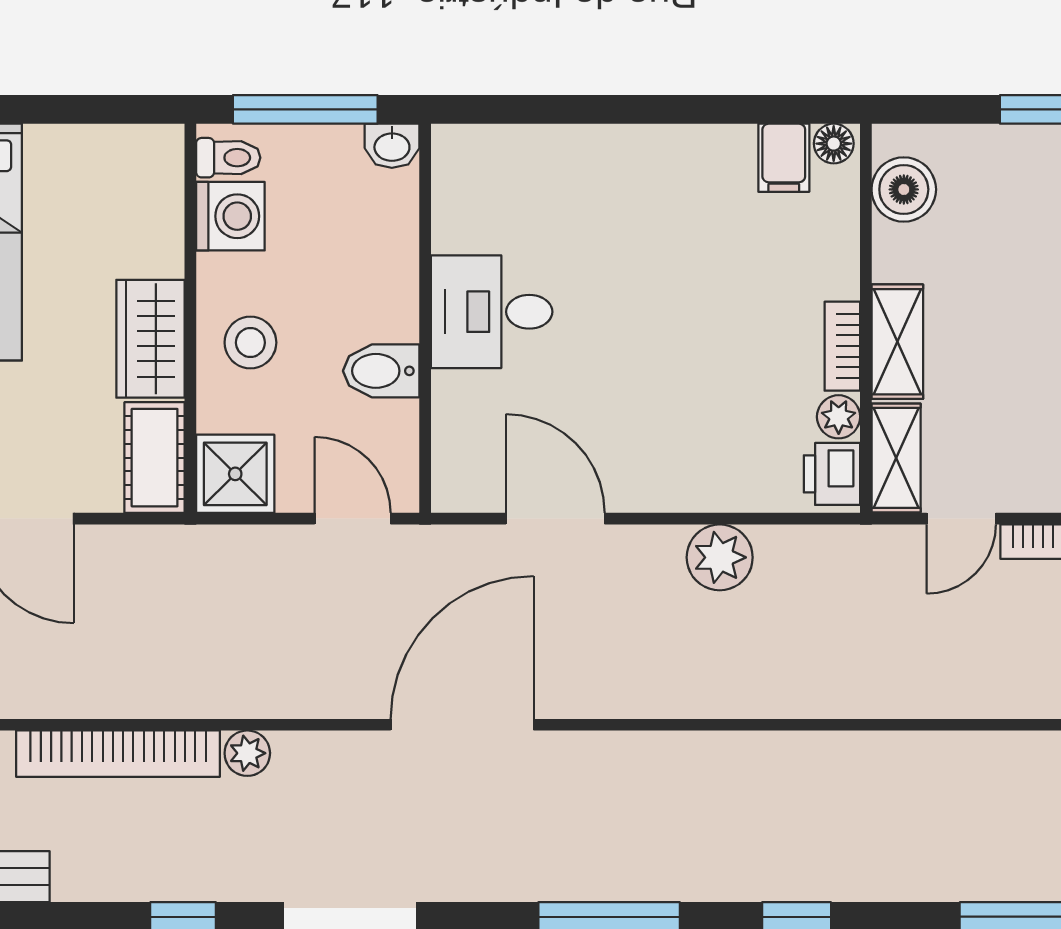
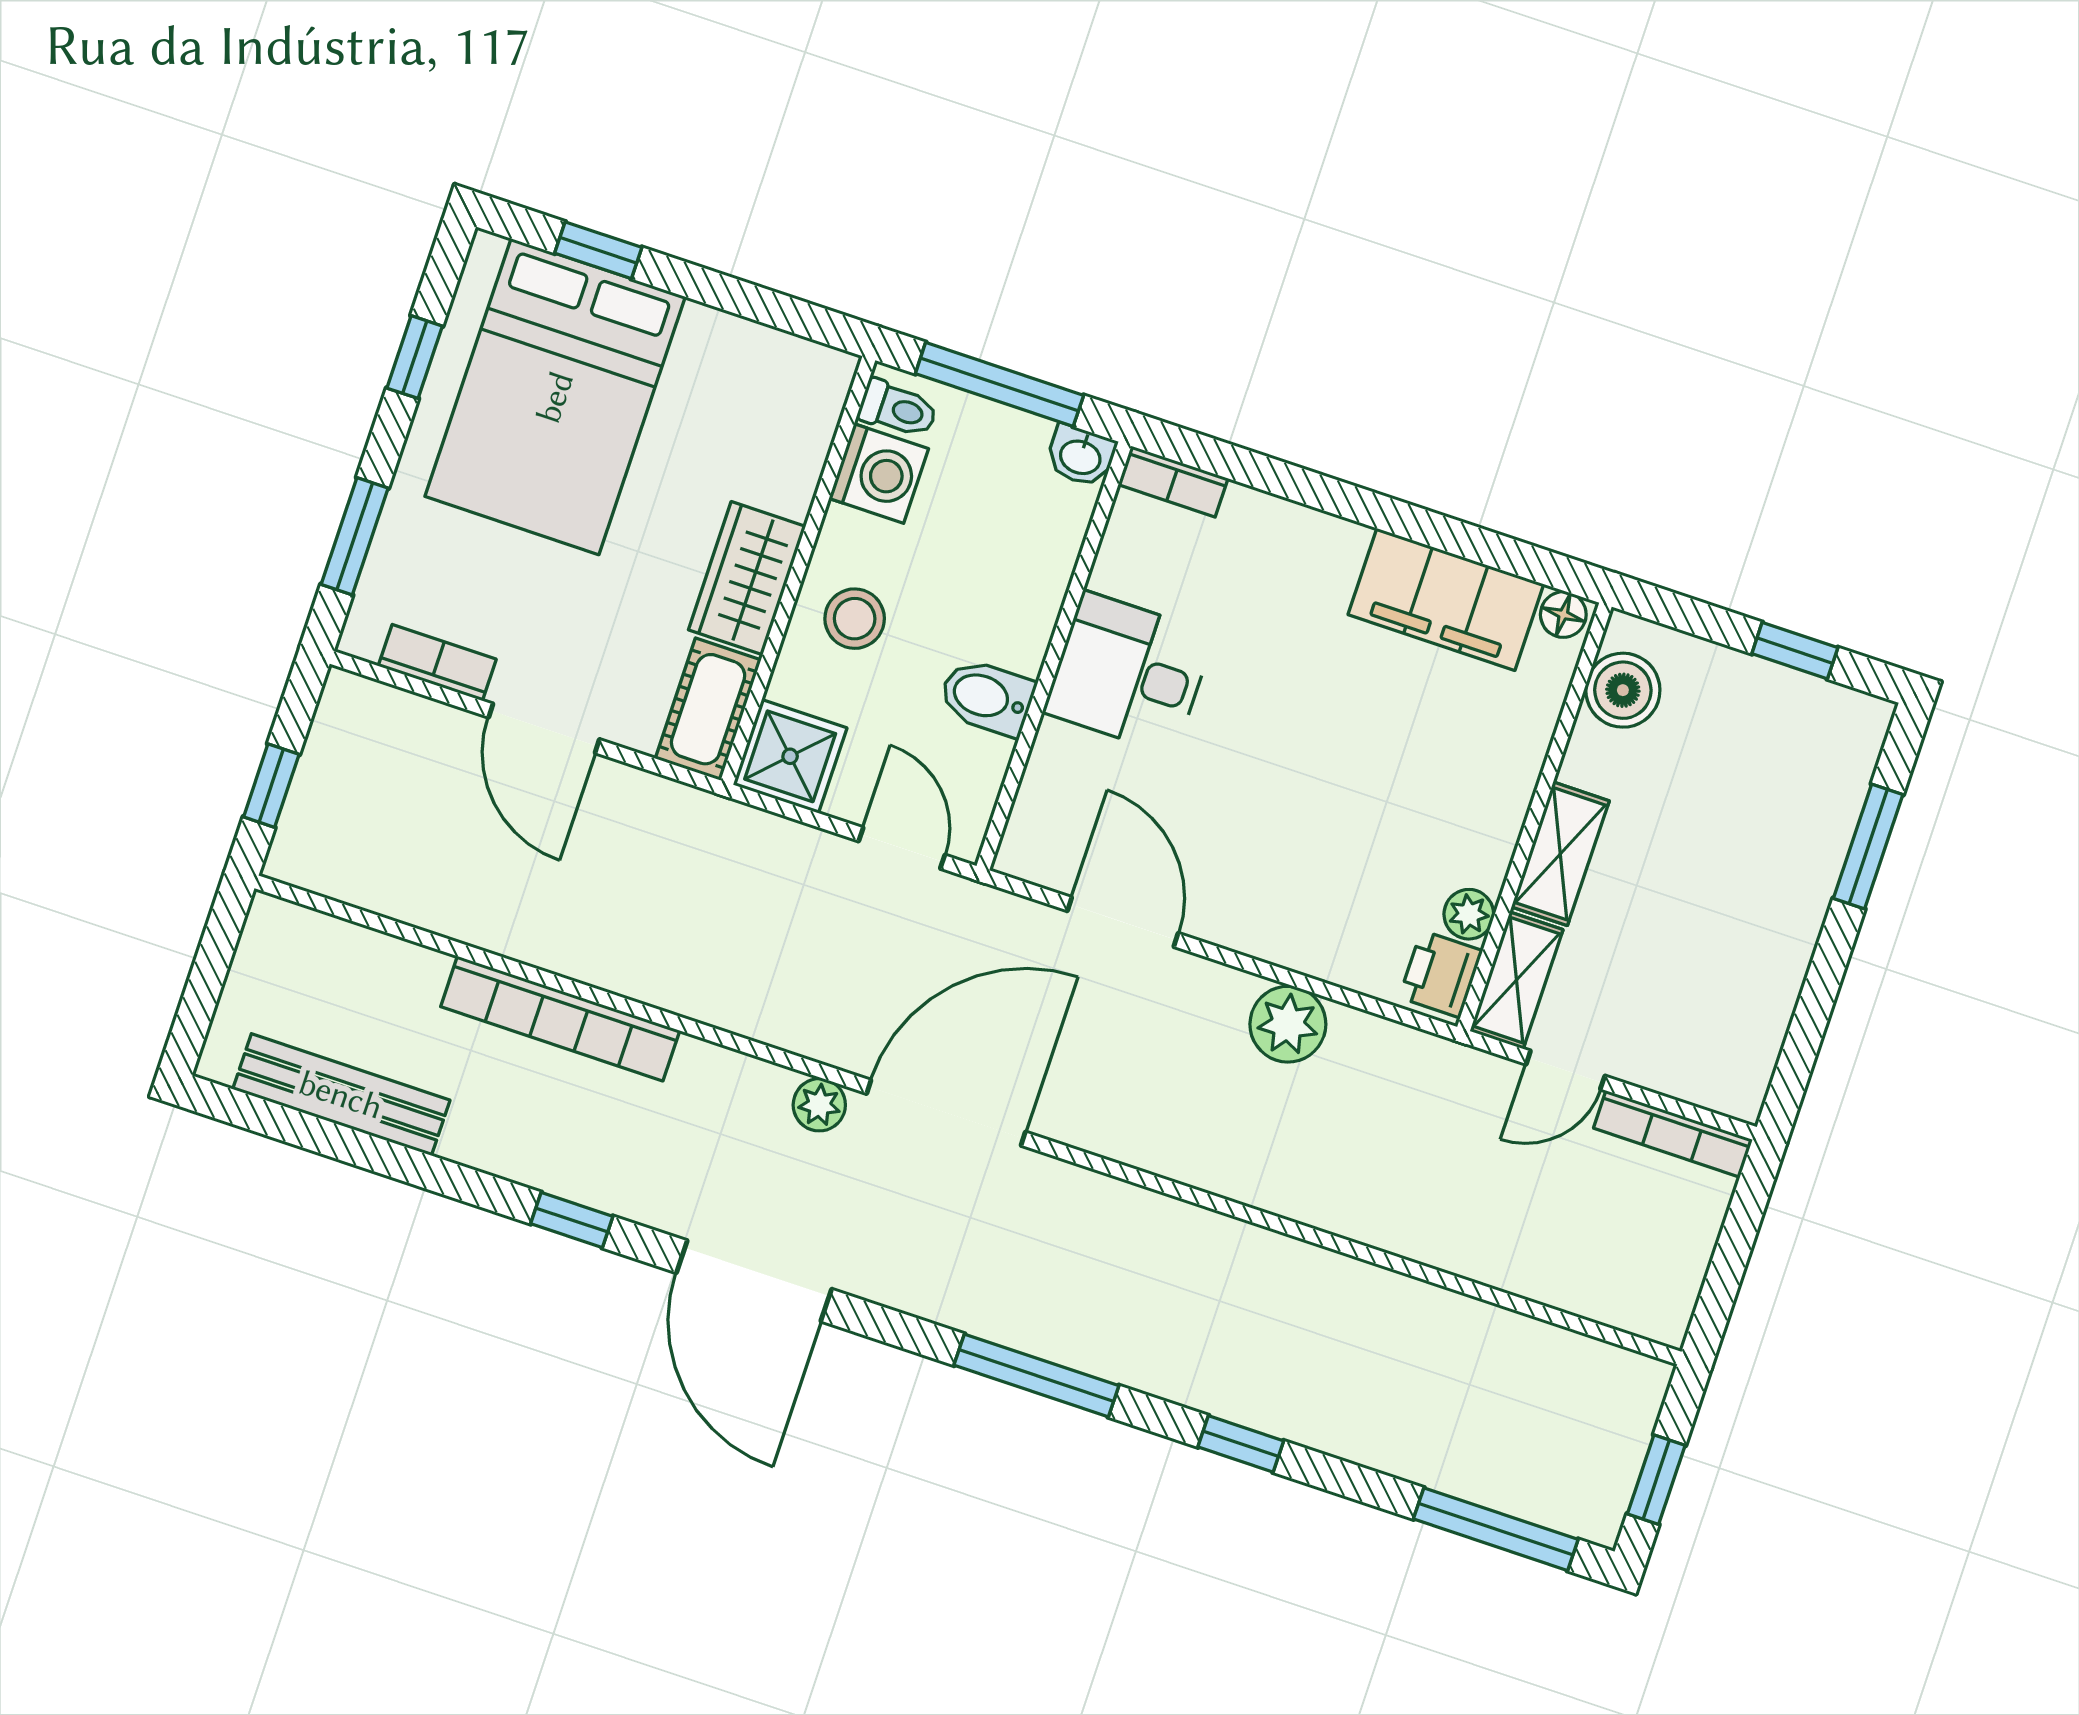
filing cabinet: (784, 158) -> (1446, 599), width x3.00, depth x1.17
bookcase: (842, 346) -> (1173, 482), moved, turned -90
plant: (247, 753) -> (819, 1105), moved

